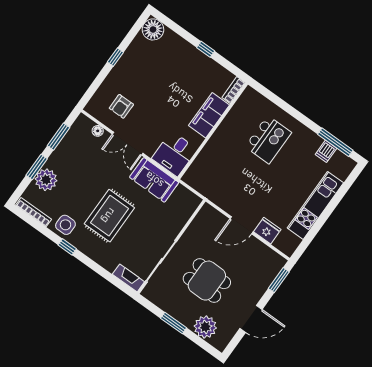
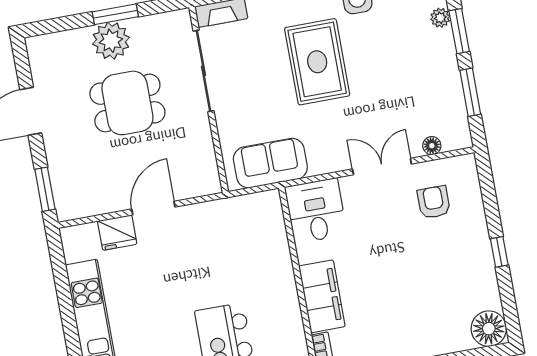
plant: (46, 180) -> (440, 18), width x0.53, depth x0.53
sofa: (154, 180) -> (270, 163), moved
plant: (205, 327) -> (111, 41), moved

